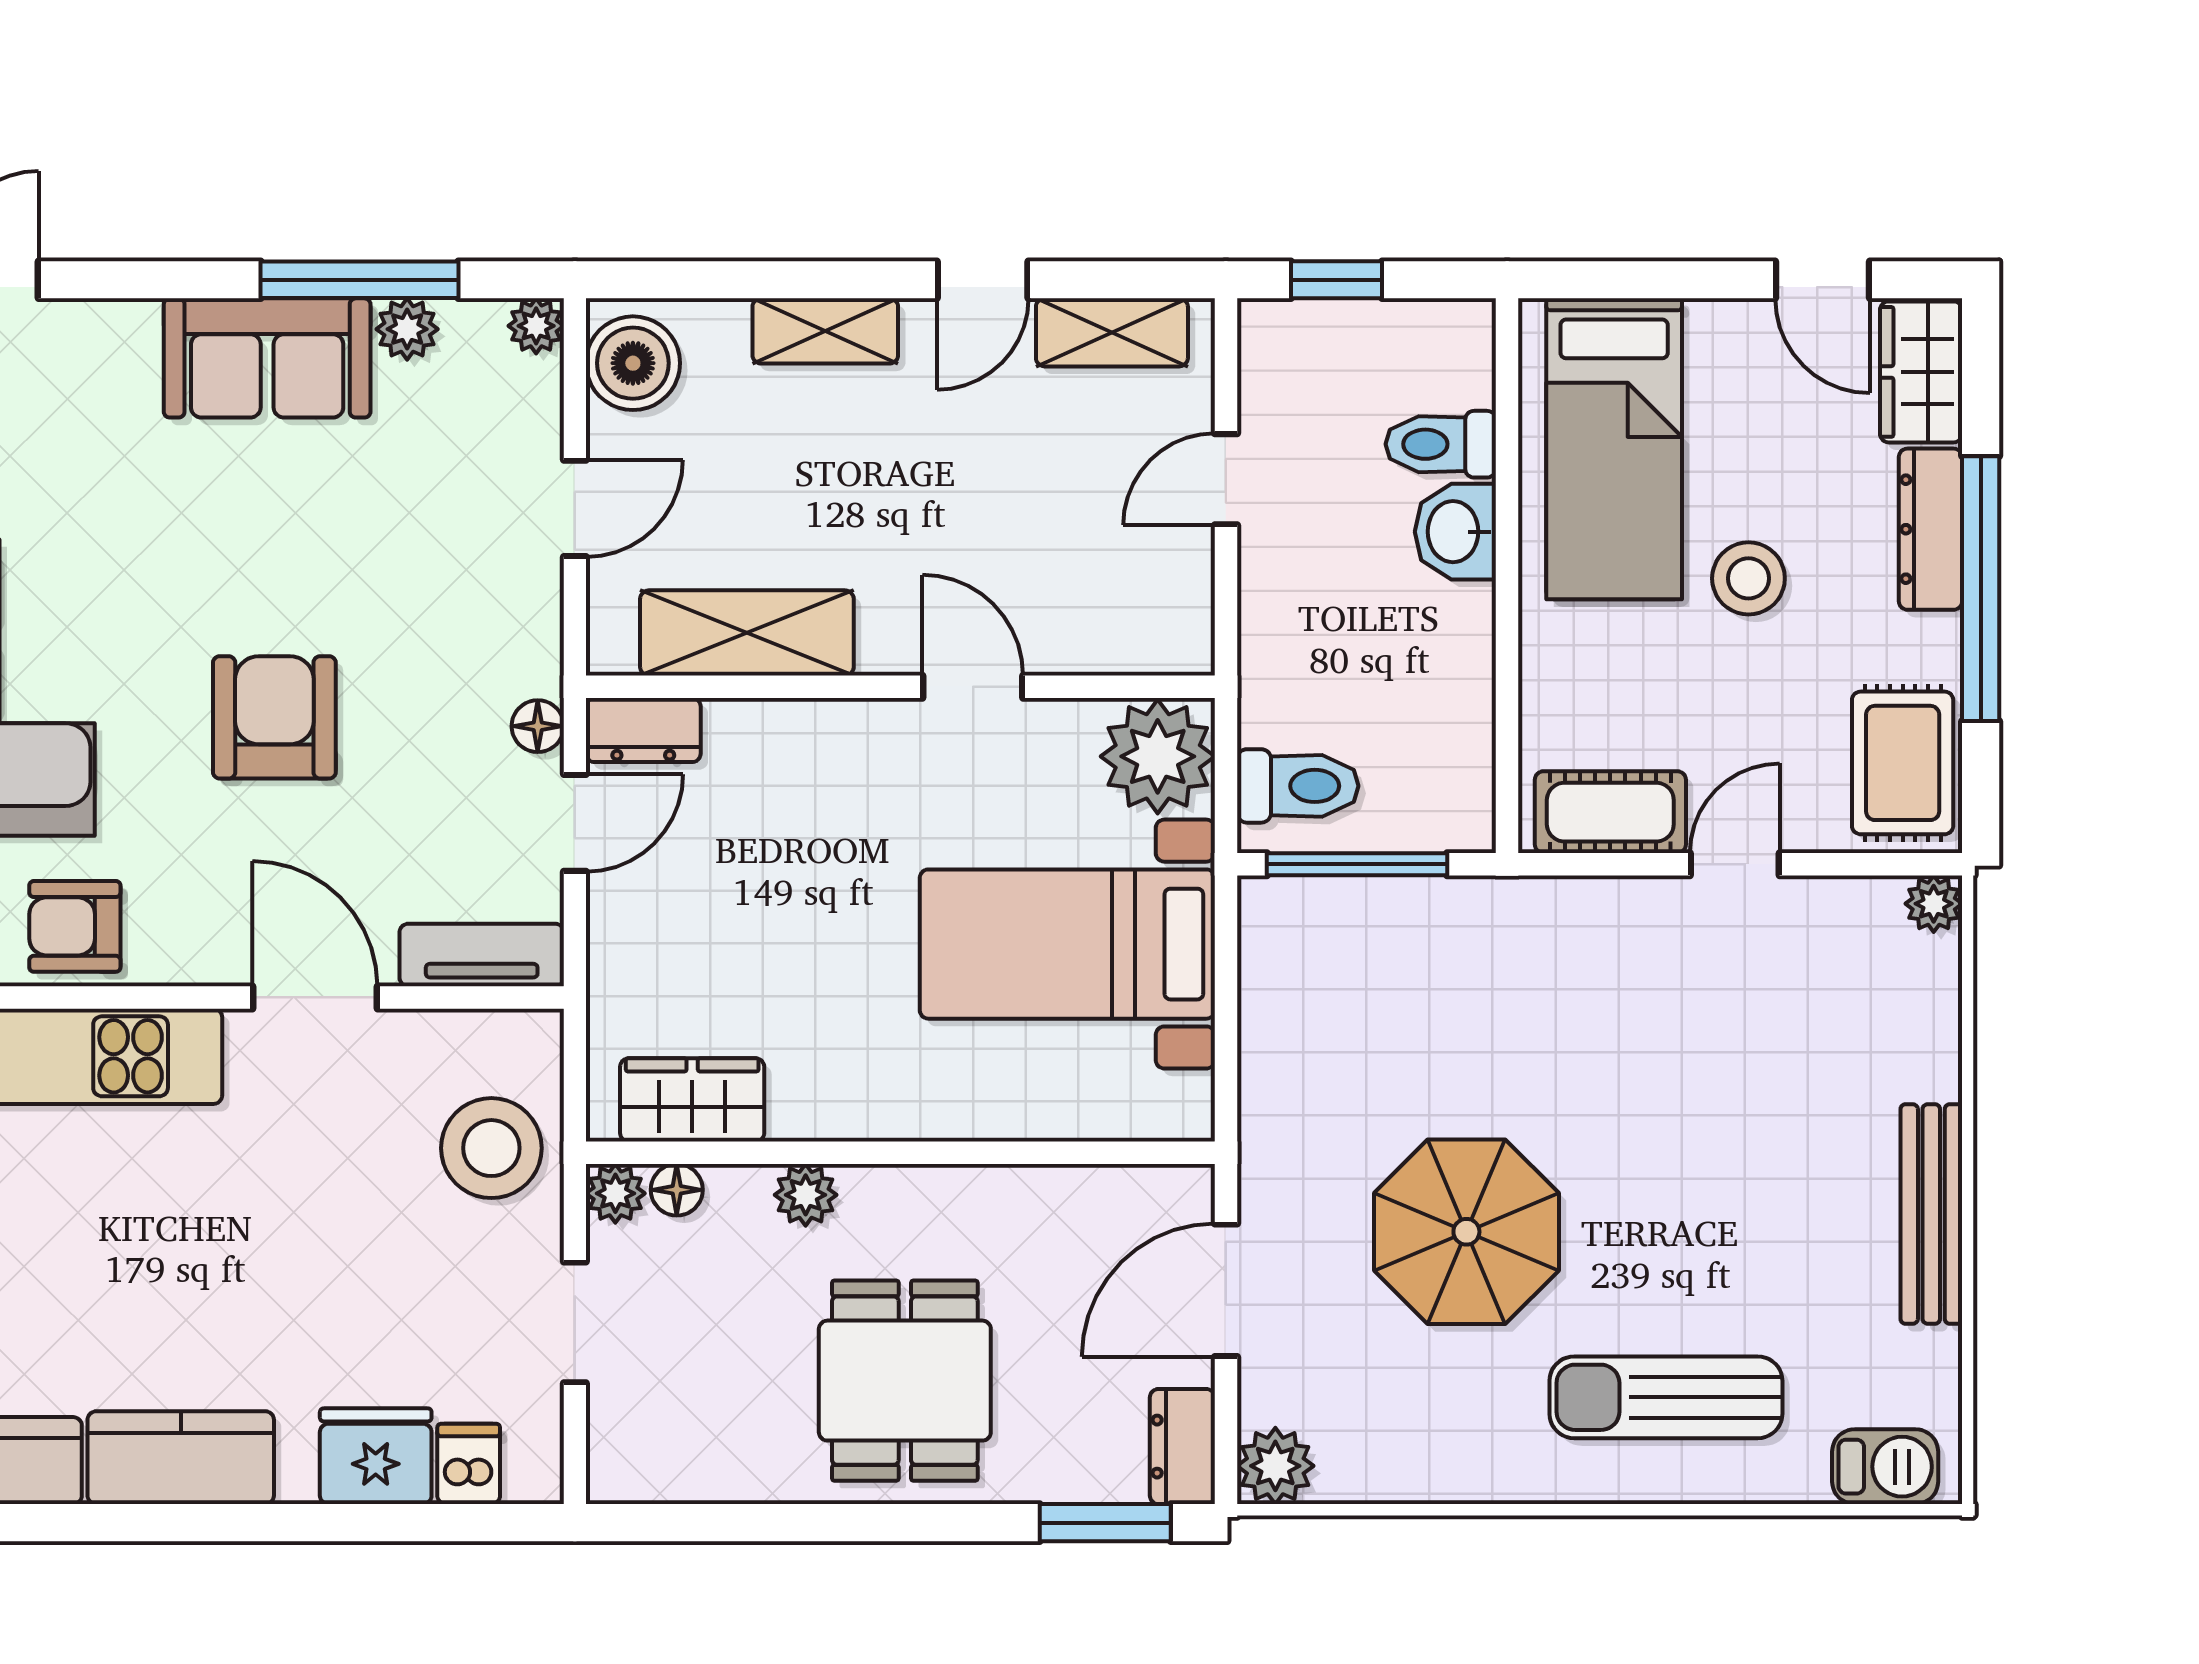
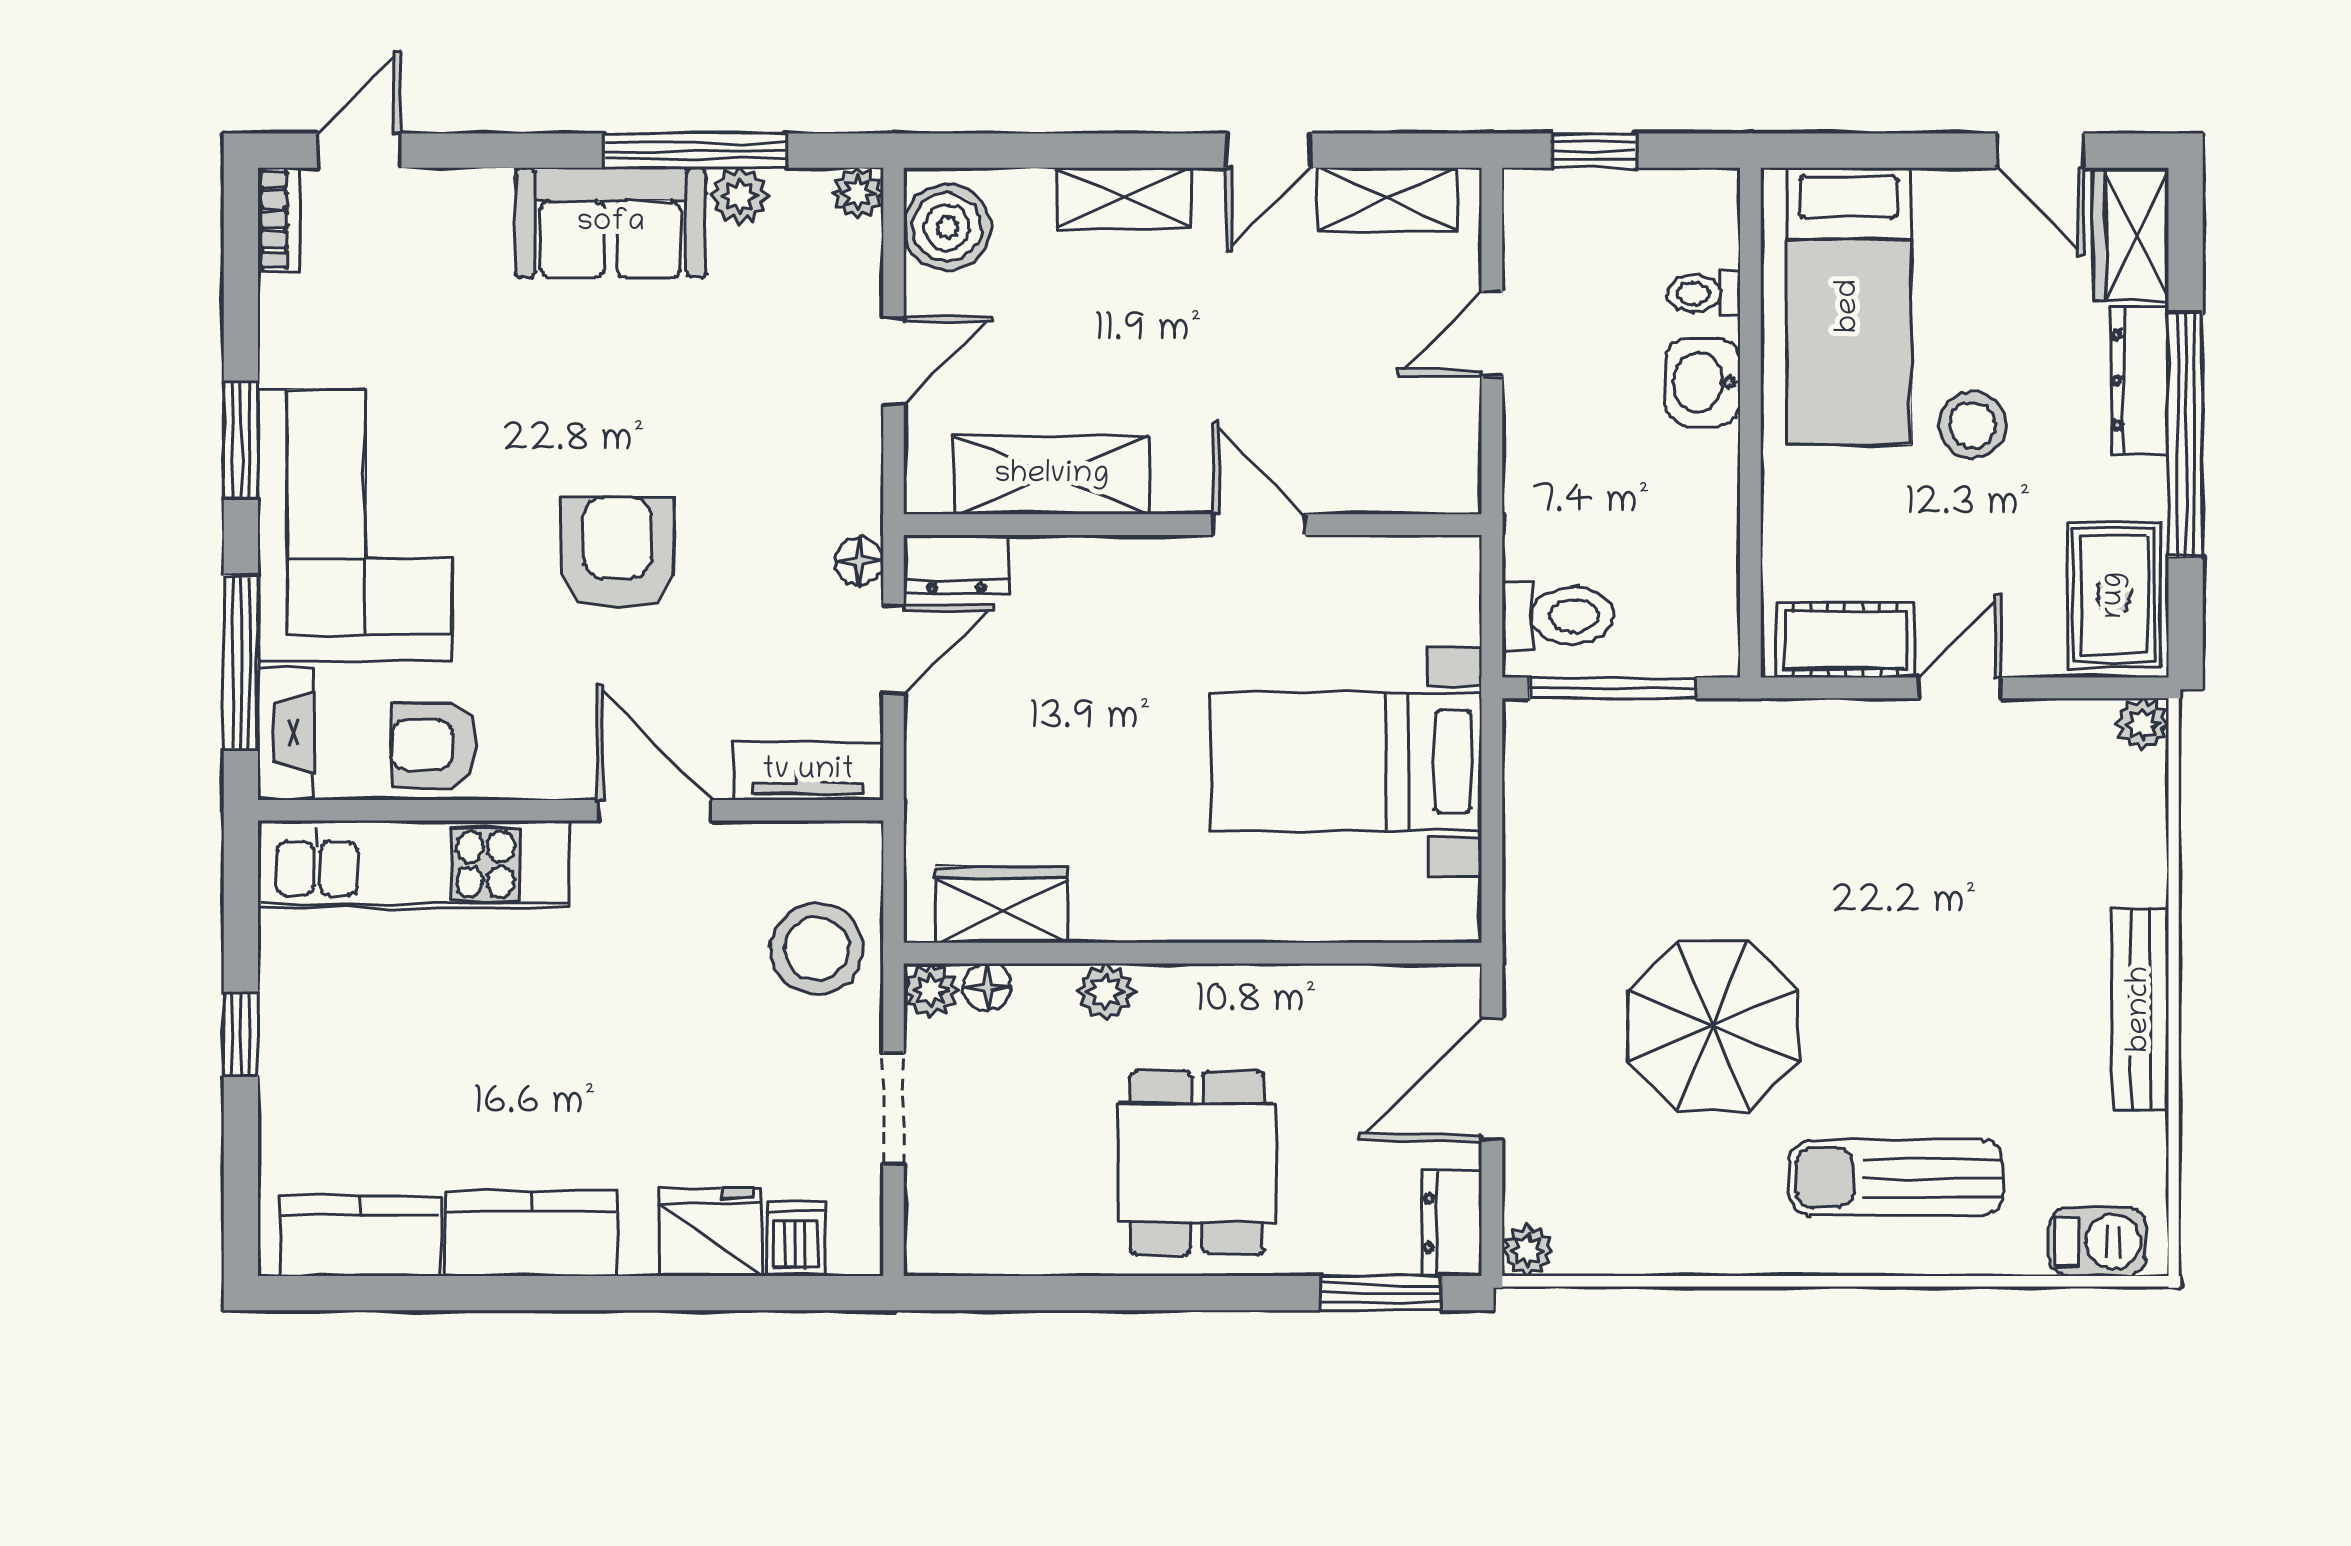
toilet: (1441, 444) -> (1704, 293), width x0.73, depth x0.72
plant: (1158, 756) -> (1429, 589), removed
plant: (1275, 1466) -> (1528, 1250), width x0.73, depth x0.73

